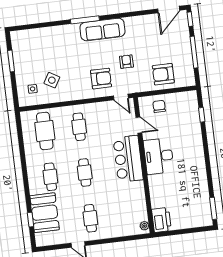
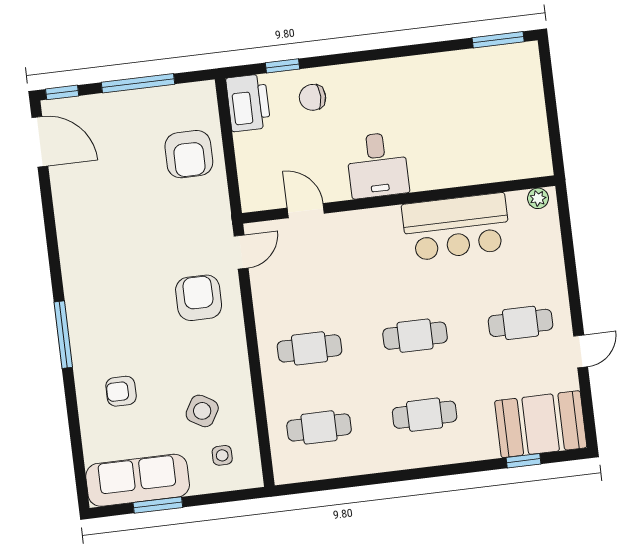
sofa: (102, 29) -> (138, 480), moved, turned -90
armchair: (126, 62) -> (121, 391), moved
chair: (159, 106) -> (313, 97), moved
door: (139, 125) -> (306, 211), hinge flipped
cafe table: (45, 131) -> (319, 427), width x0.73, depth x0.74
desk: (159, 156) -> (377, 165), width x0.73
bar counter: (128, 159) -> (456, 227), moved
booth: (45, 213) -> (541, 424), moved
printer: (161, 220) -> (248, 103), moved, turned 90

